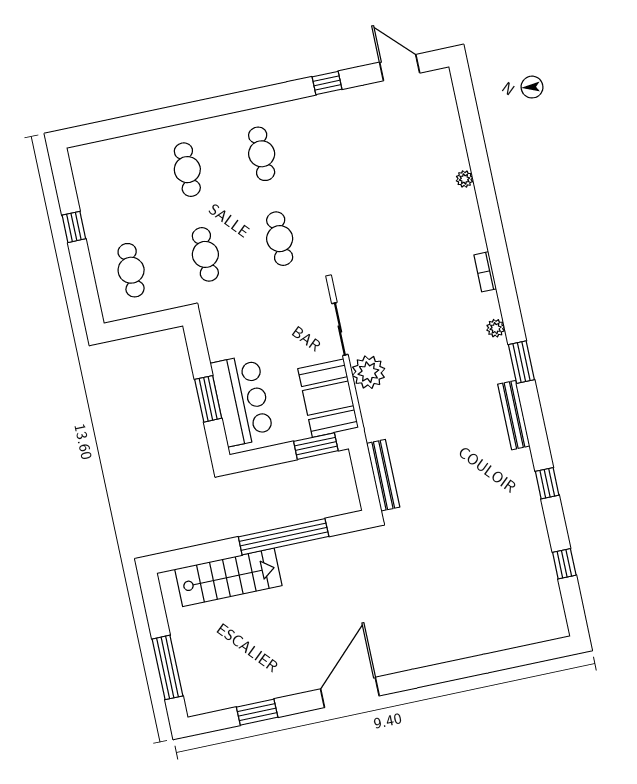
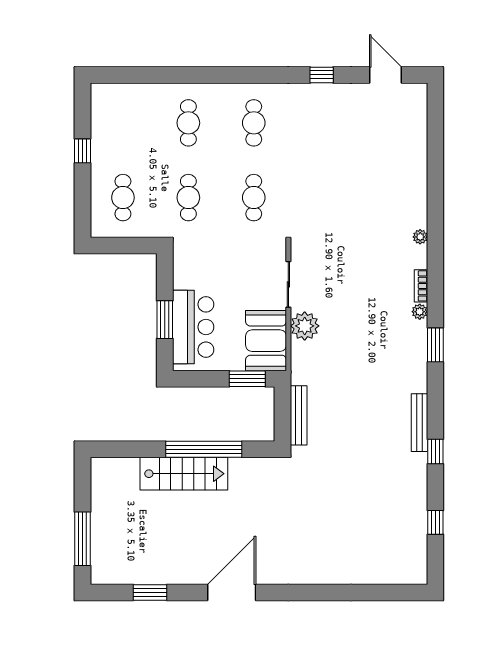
plant: (464, 179) -> (420, 237), moved
bookcase: (485, 272) -> (421, 286), moved
bench: (514, 415) -> (419, 423), moved
stairs: (228, 577) -> (184, 474), moved

